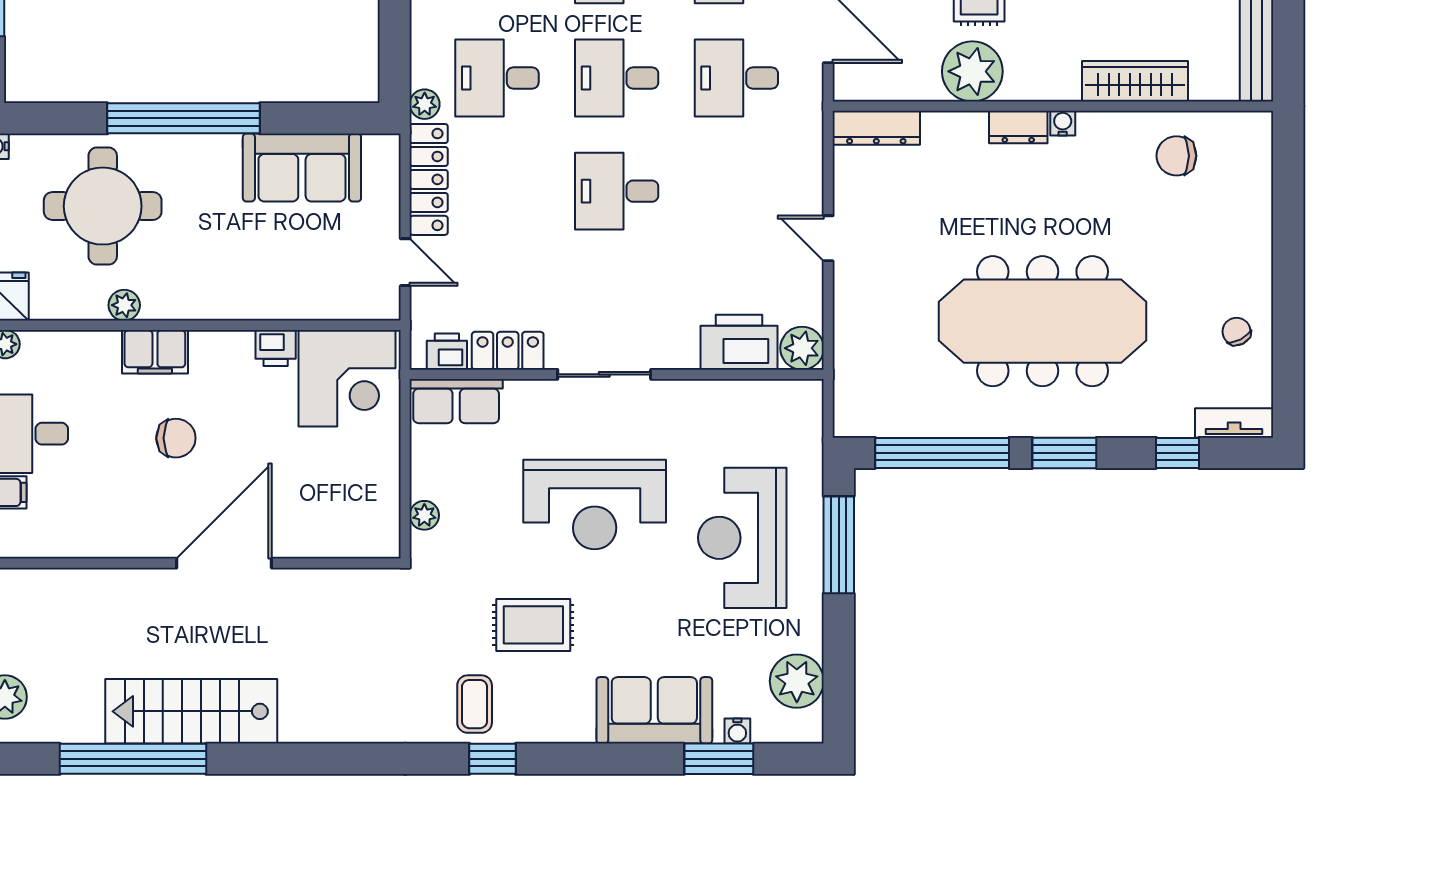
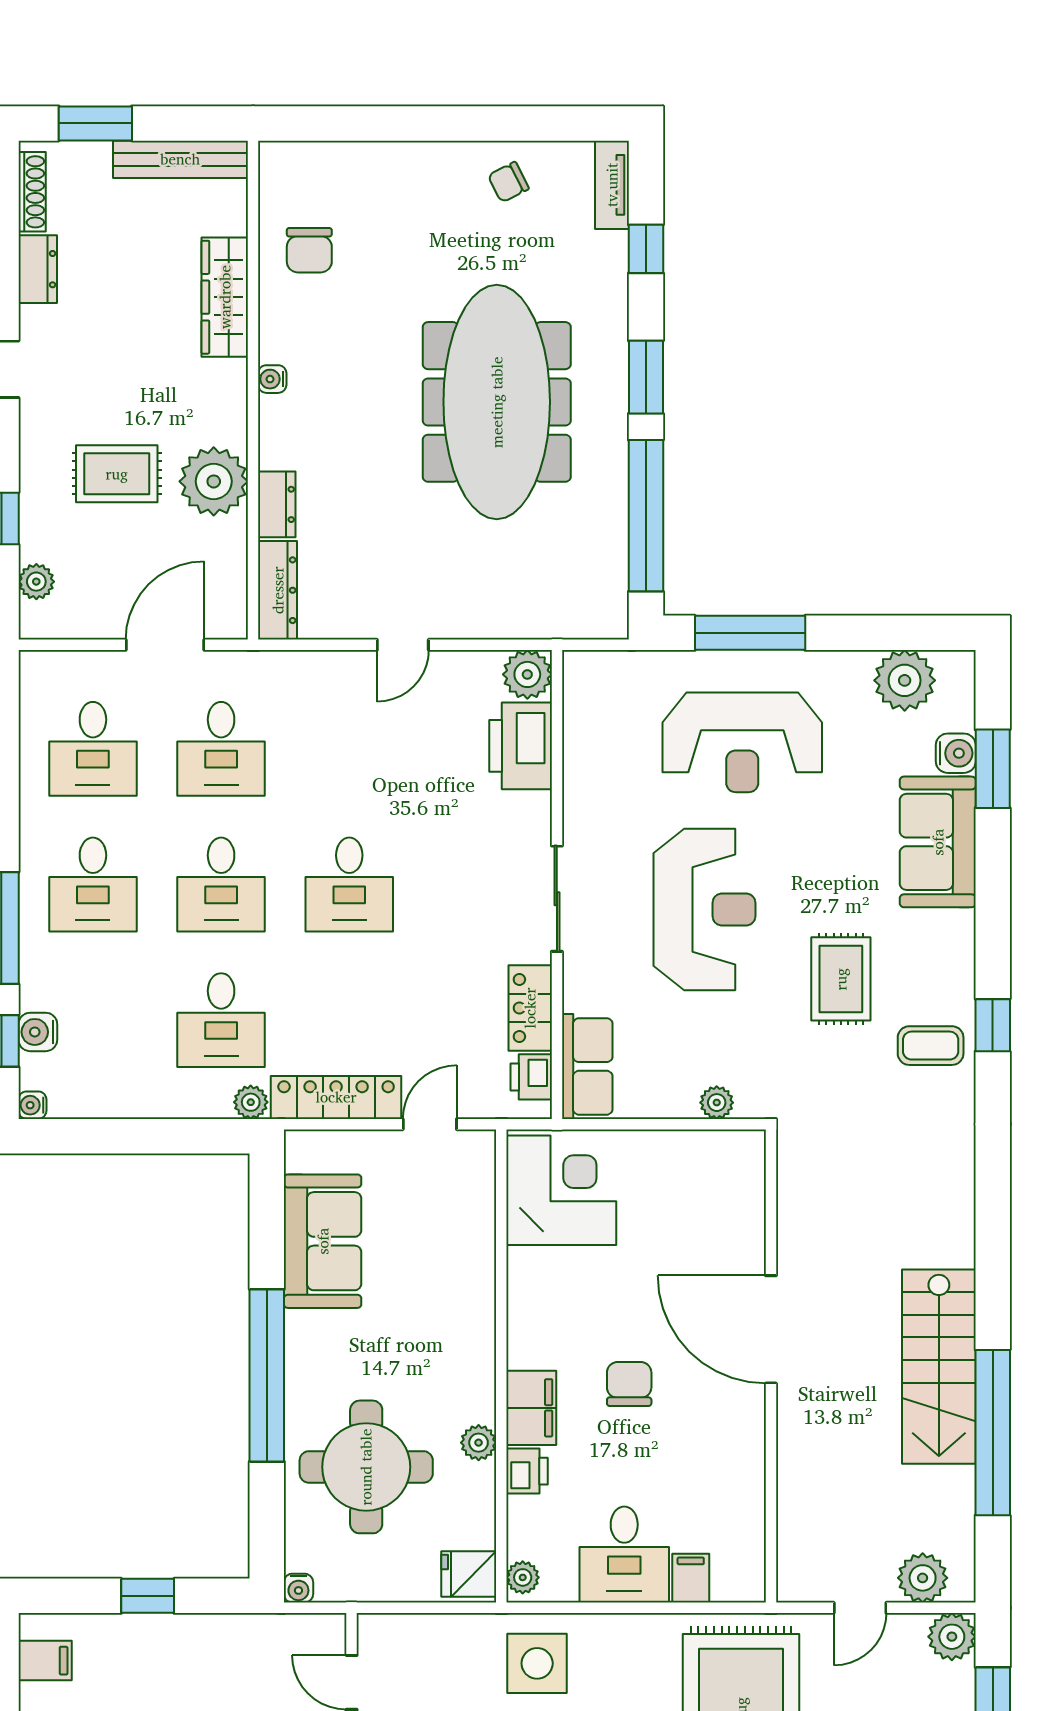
dresser: (1018, 127) -> (277, 504), moved
printer: (276, 348) -> (527, 1471), moved
water cooler: (737, 731) -> (956, 753), width x1.38, depth x1.38

